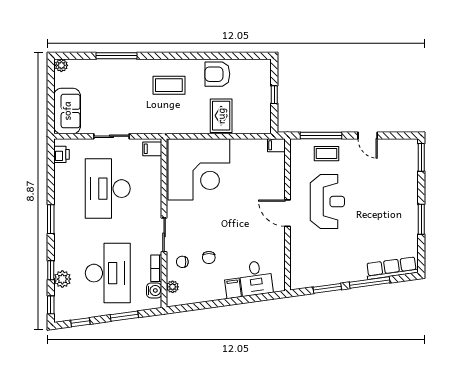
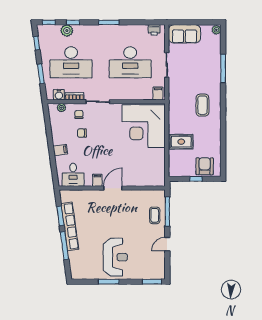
armchair: (217, 74) -> (205, 166), moved
filing cabinet: (276, 145) -> (97, 180), moved
desk: (108, 189) -> (130, 62), turned 180
reception desk: (327, 202) -> (115, 257), moved, turned -90
row of seats: (392, 268) -> (70, 226), moved, width x1.36
desk: (256, 278) -> (73, 175), moved, turned -82

